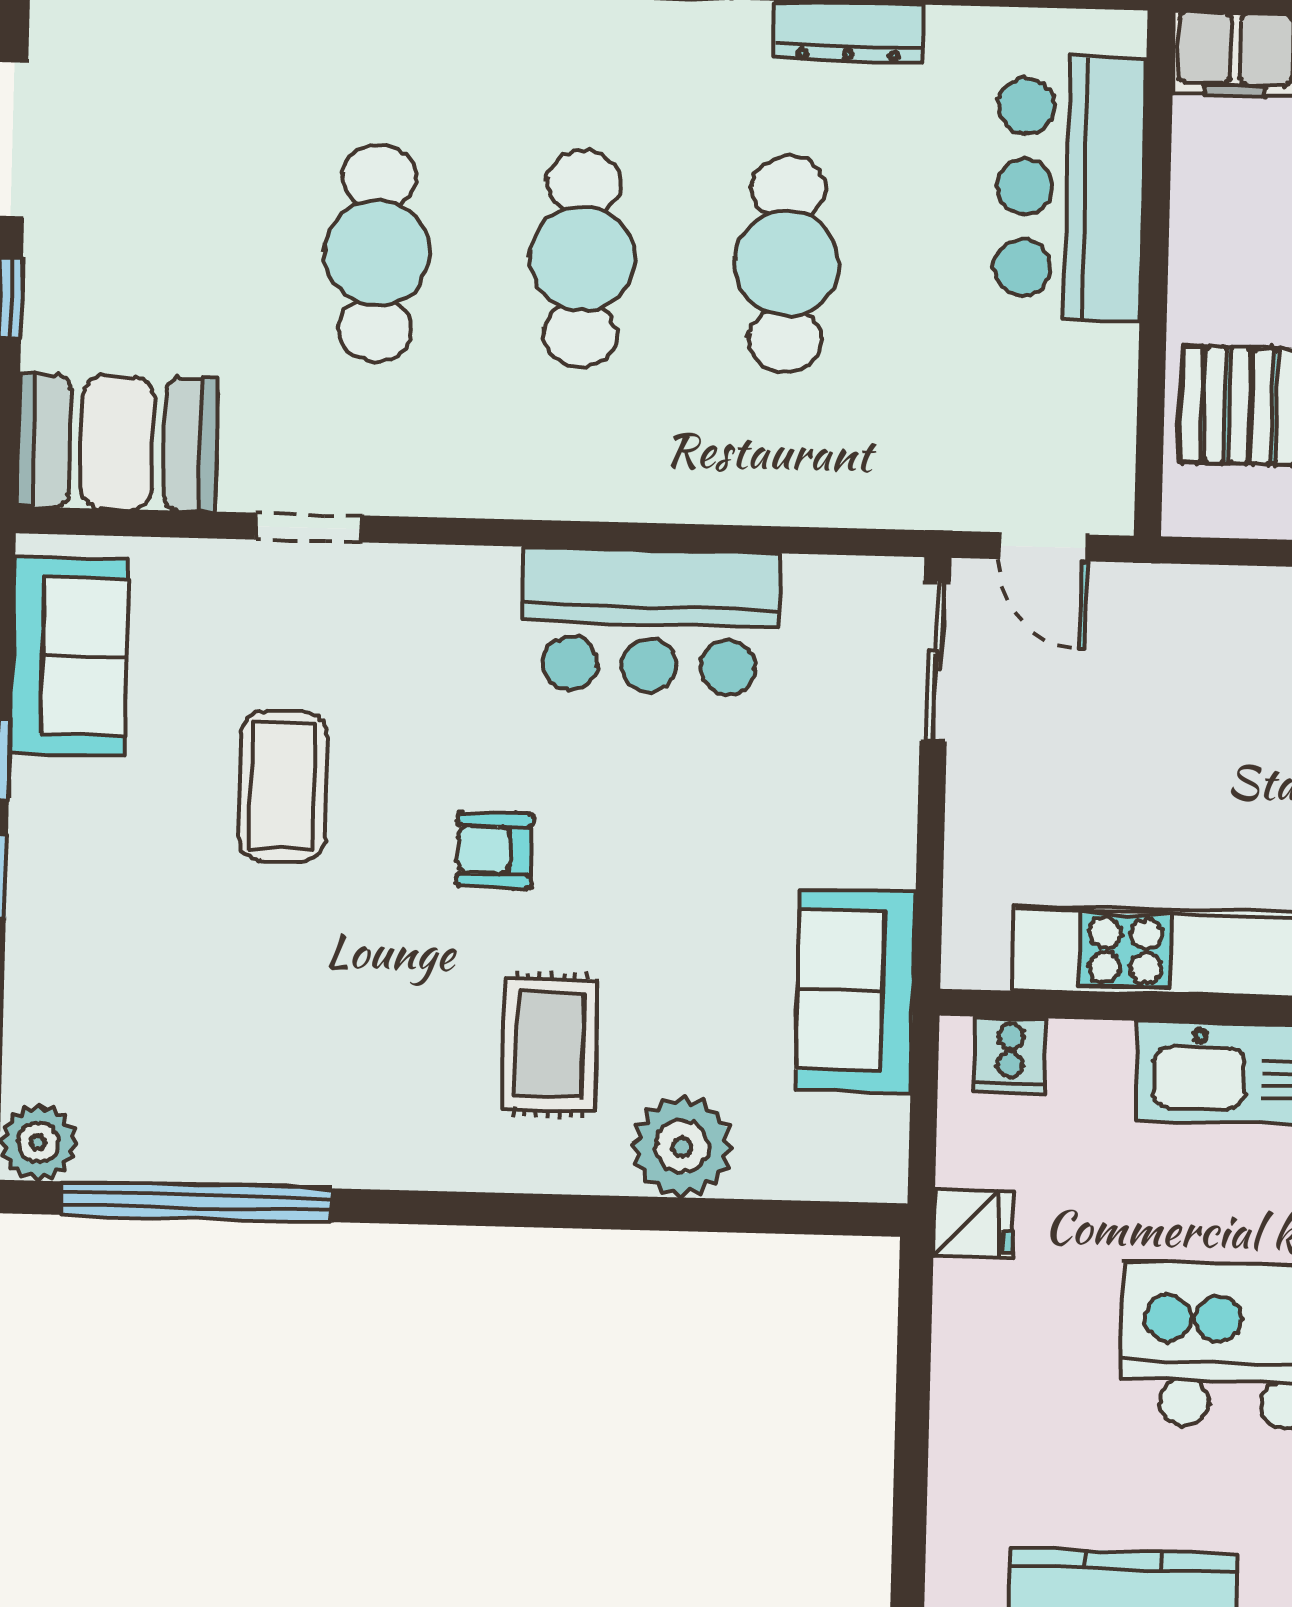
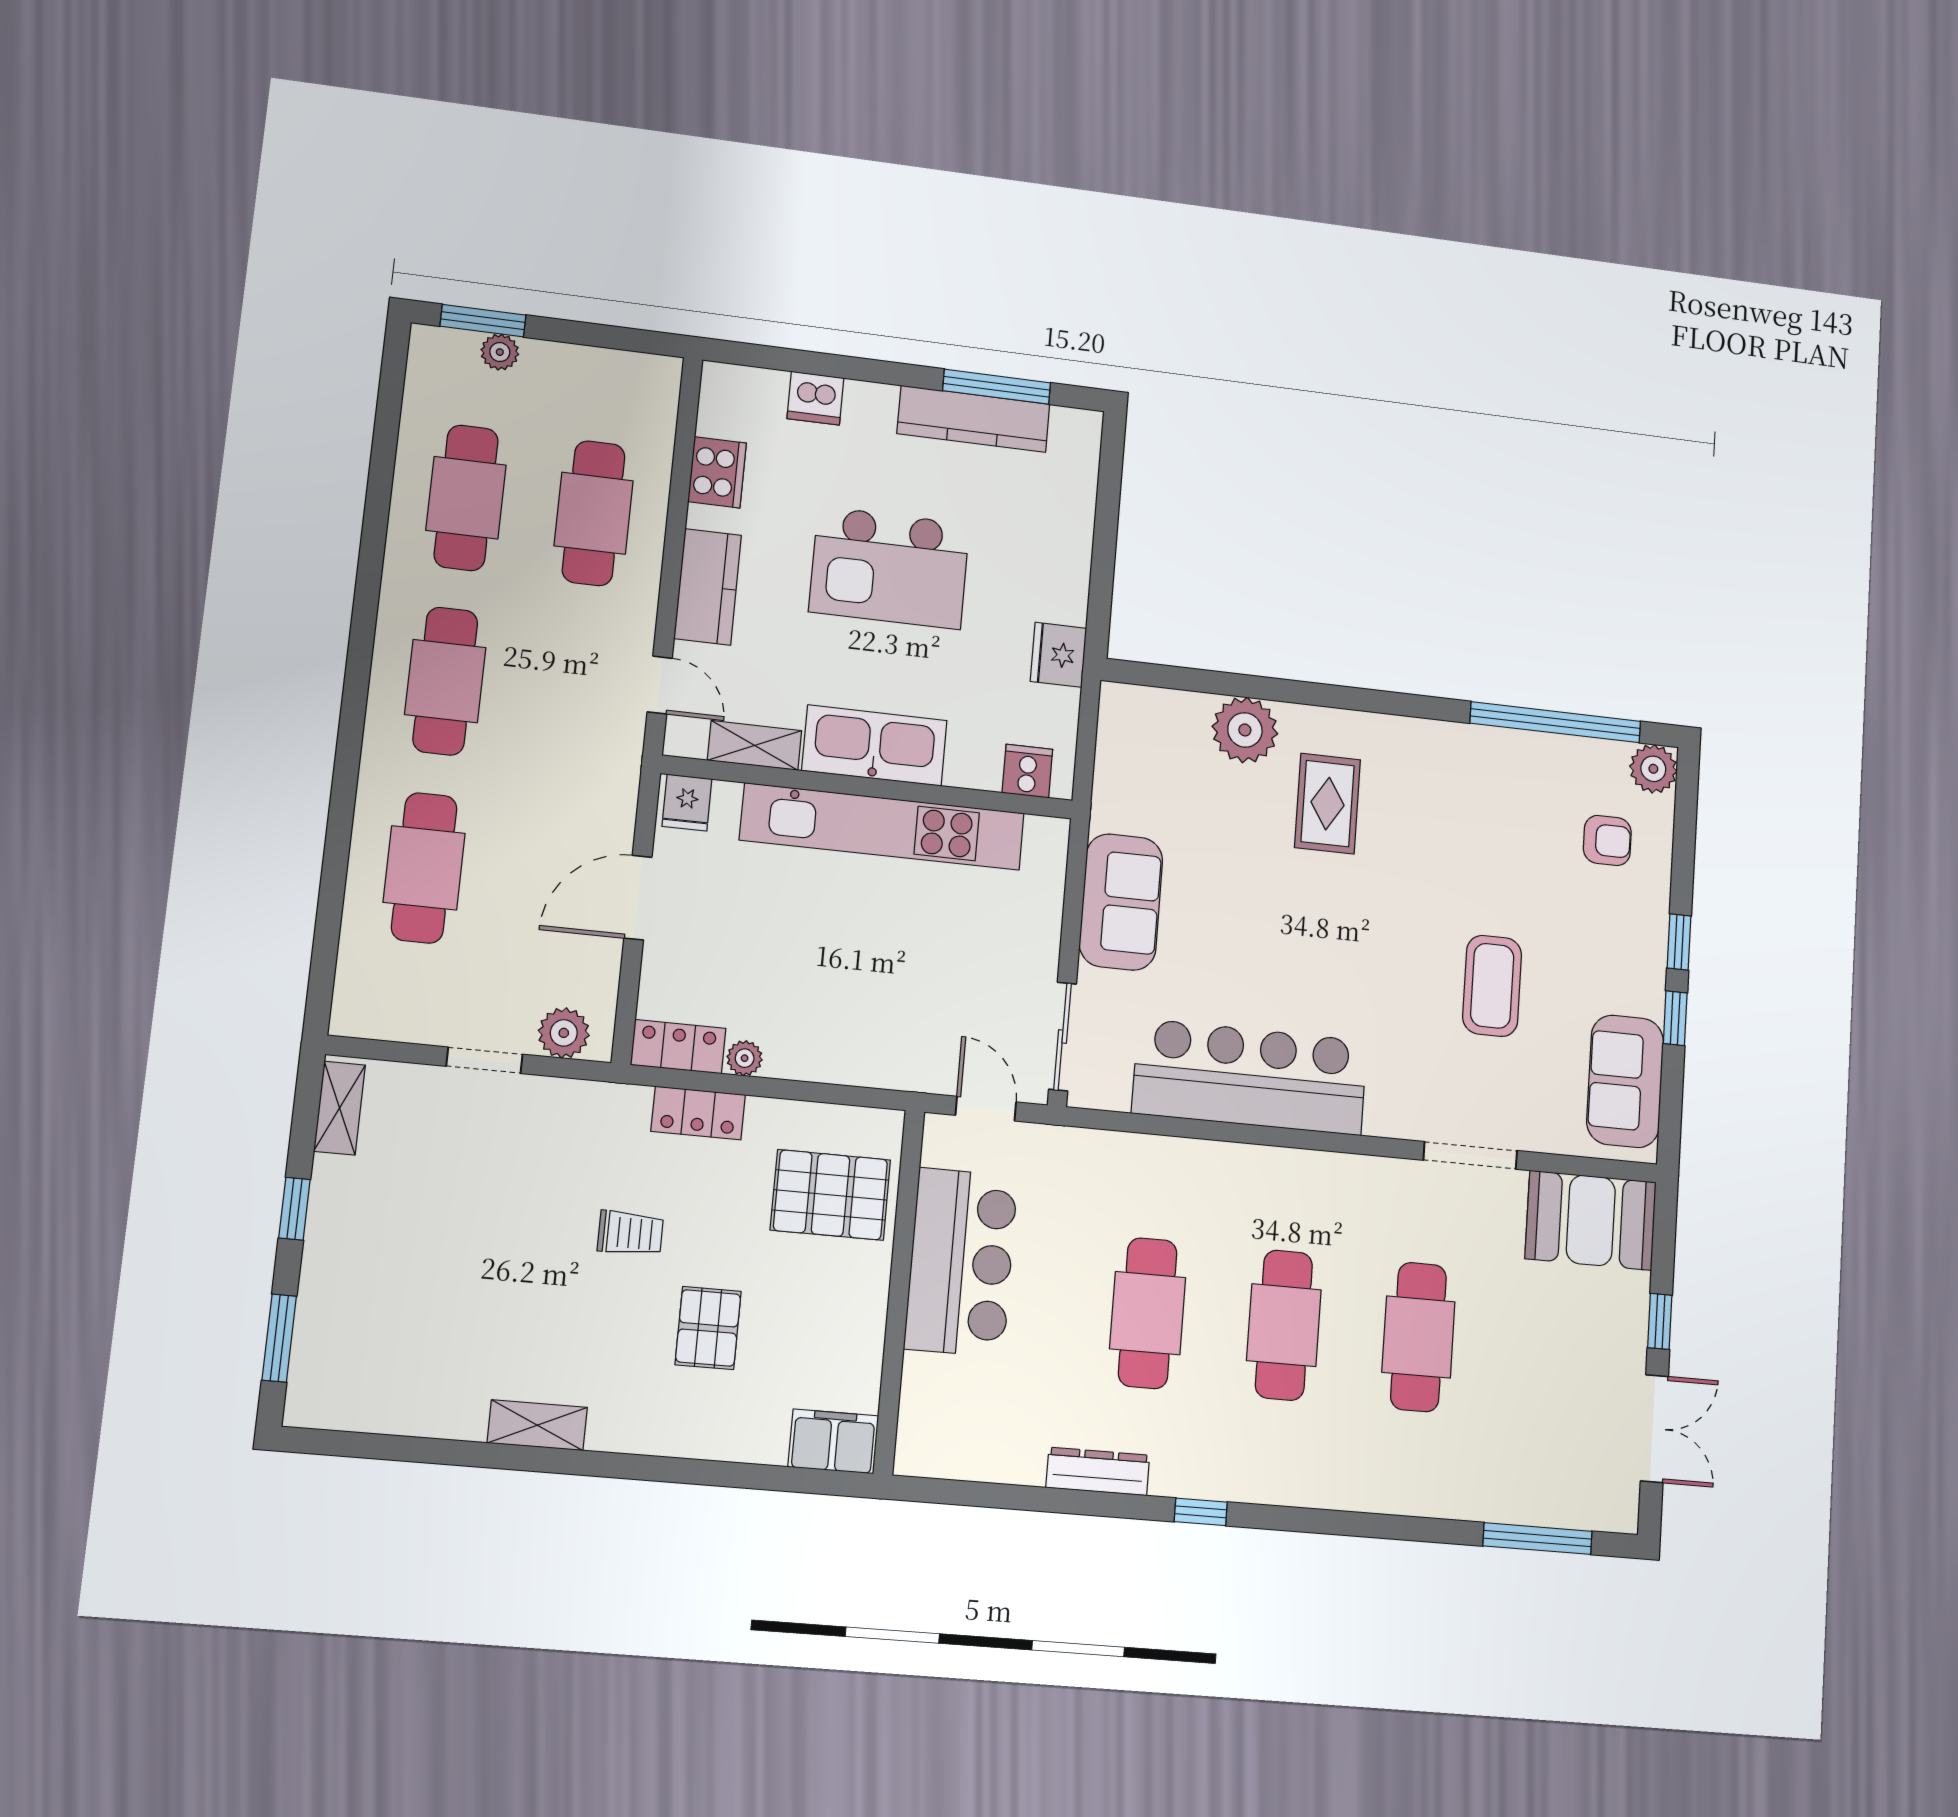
bar counter: (1070, 188) -> (961, 1262), moved
doorway: (308, 528) -> (1470, 1155), width x1.38
bar counter: (650, 621) -> (1250, 1077), width x1.36
armchair: (494, 850) -> (1607, 840), moved
sofa: (855, 990) -> (1121, 902), moved
fridge: (973, 1224) -> (1058, 655), width x1.38

